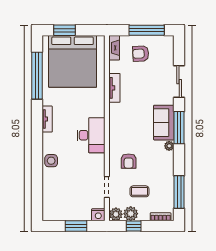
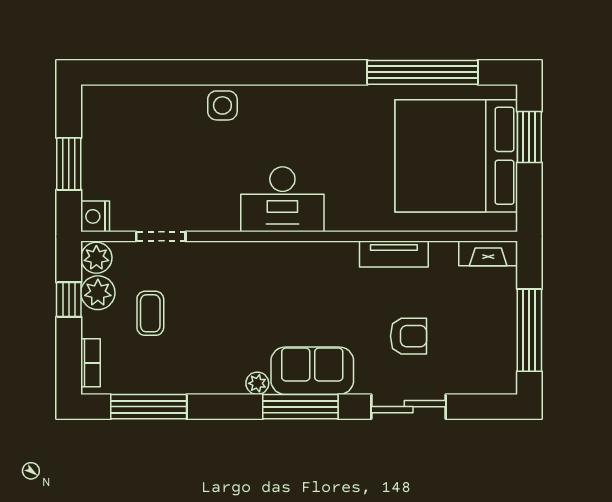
armchair: (141, 54) -> (408, 336), moved, turned 93
tv unit: (47, 119) -> (321, 96), removed
armchair: (129, 161) -> (222, 288), removed

